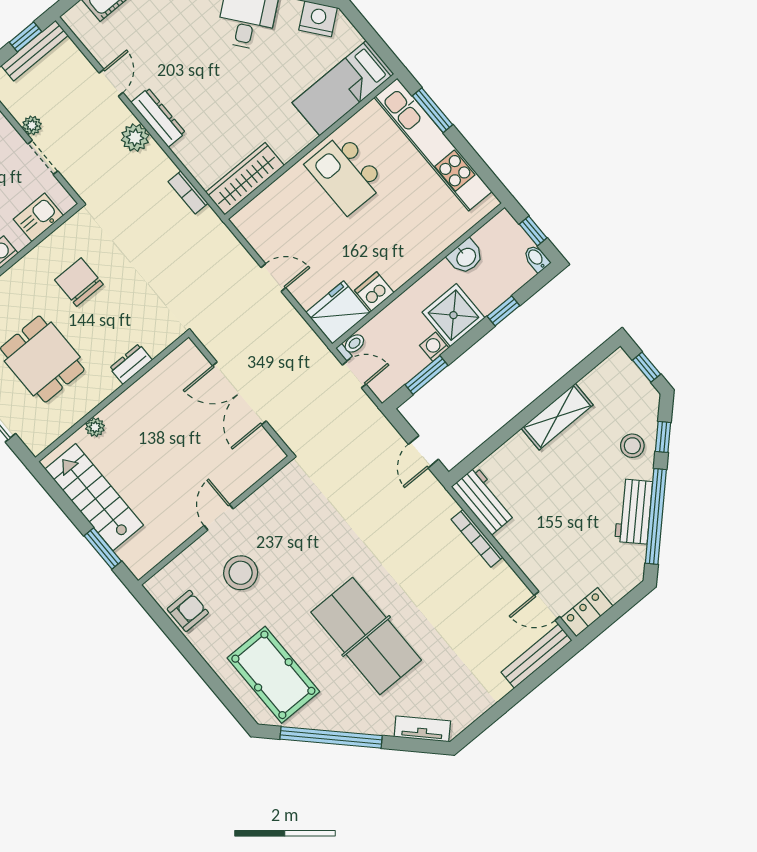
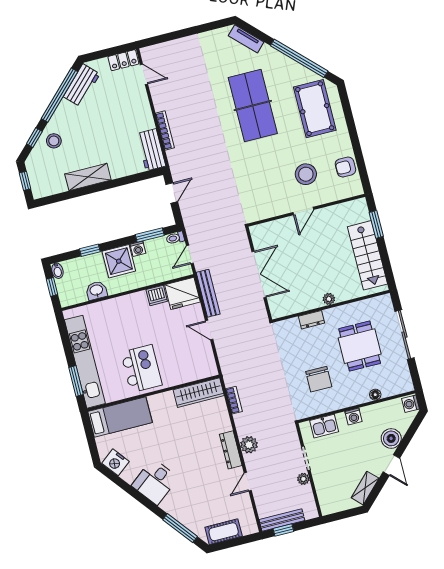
toilet: (352, 346) -> (175, 238), moved
door: (354, 375) -> (190, 254), hinge flipped
plant: (95, 427) -> (329, 299), moved
workbench: (634, 511) -> (82, 85), moved
bench: (537, 656) -> (208, 293), moved, turned 90

